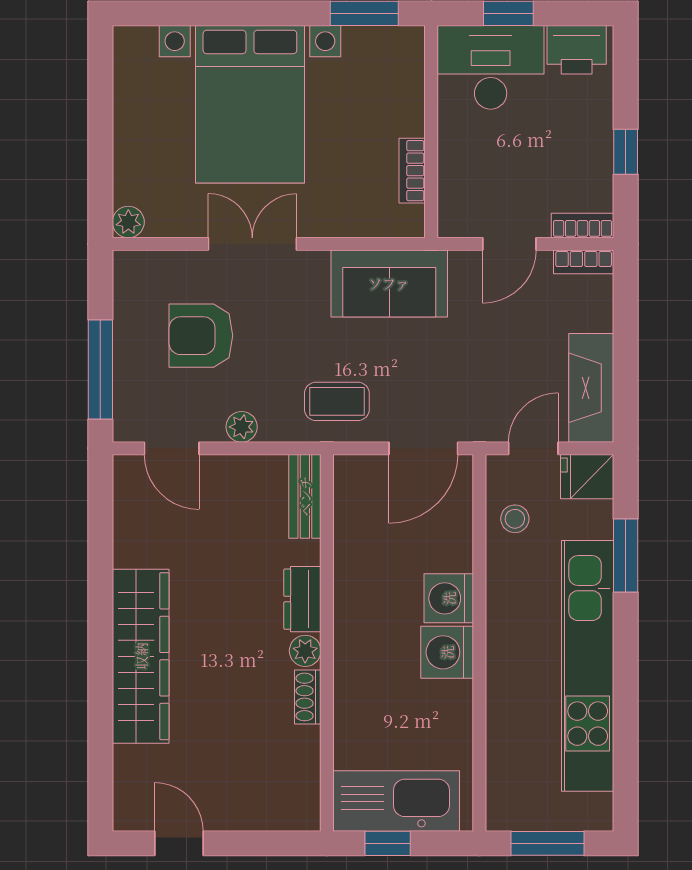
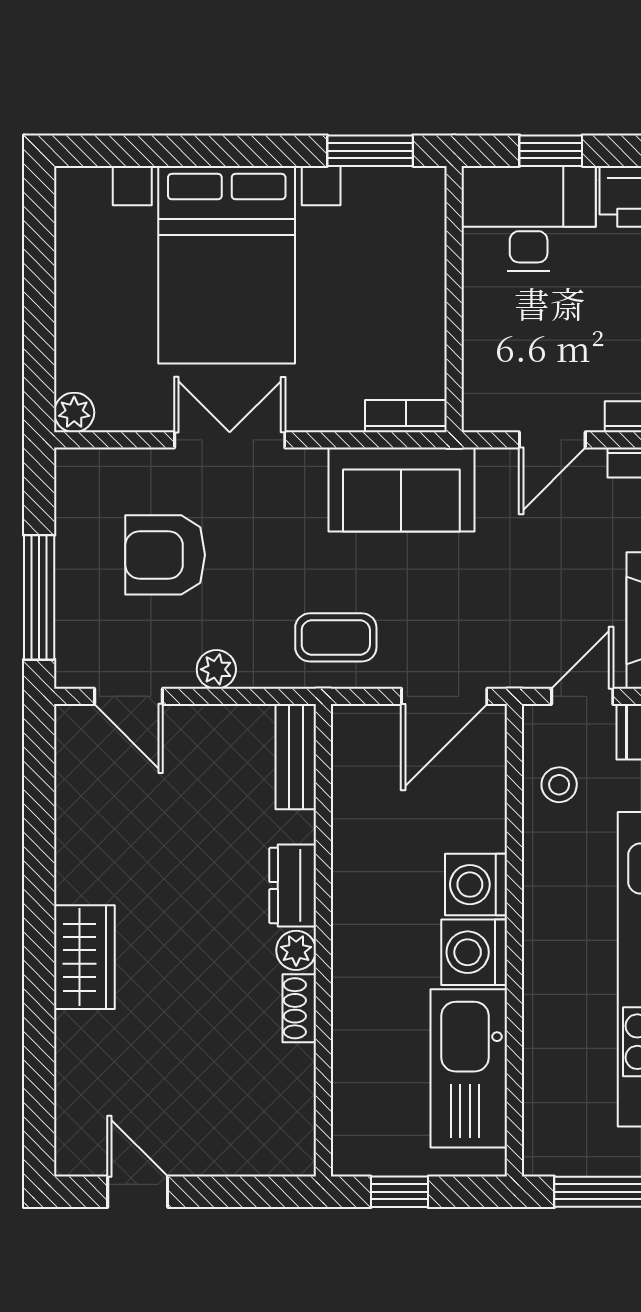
bookcase: (412, 171) -> (406, 416), moved, turned 90
wardrobe: (141, 656) -> (84, 957), width x0.48, depth x0.85
kitchen sink: (396, 801) -> (469, 1068), moved, turned -90

